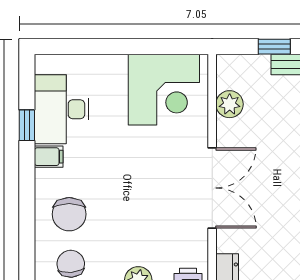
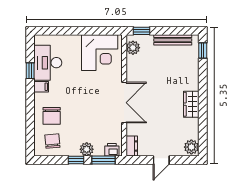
window: (274, 47) -> (142, 31), moved
plant: (230, 104) -> (133, 48), moved

